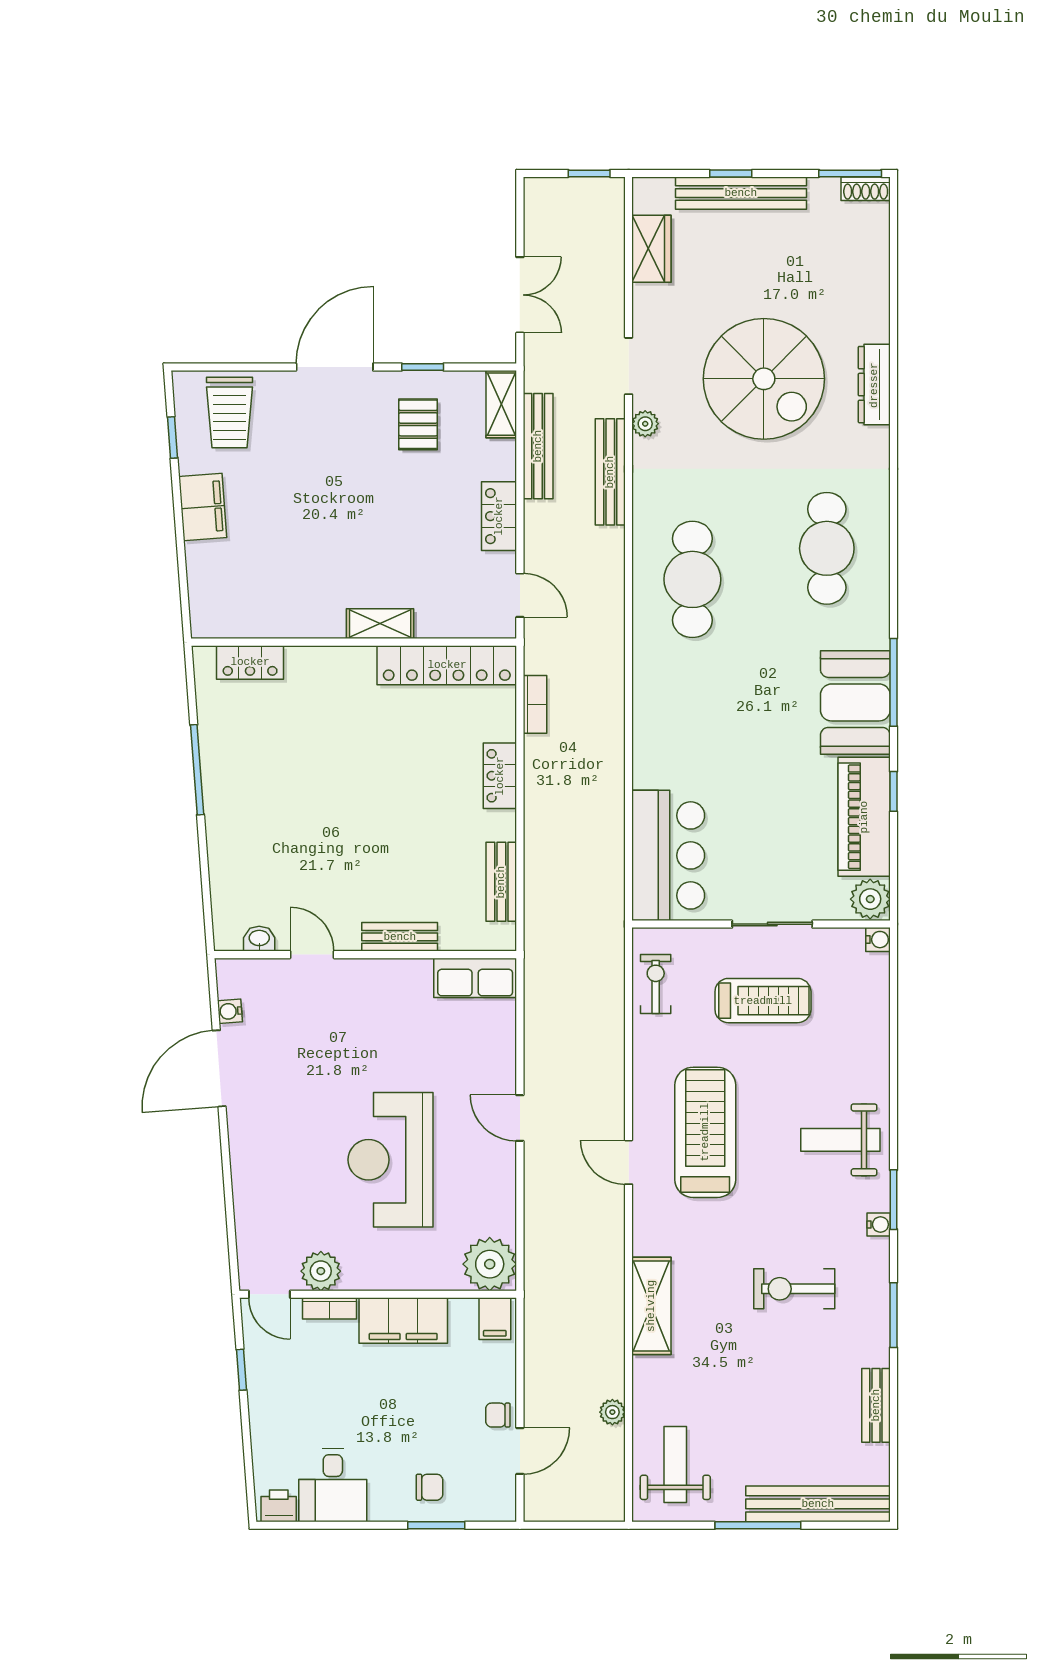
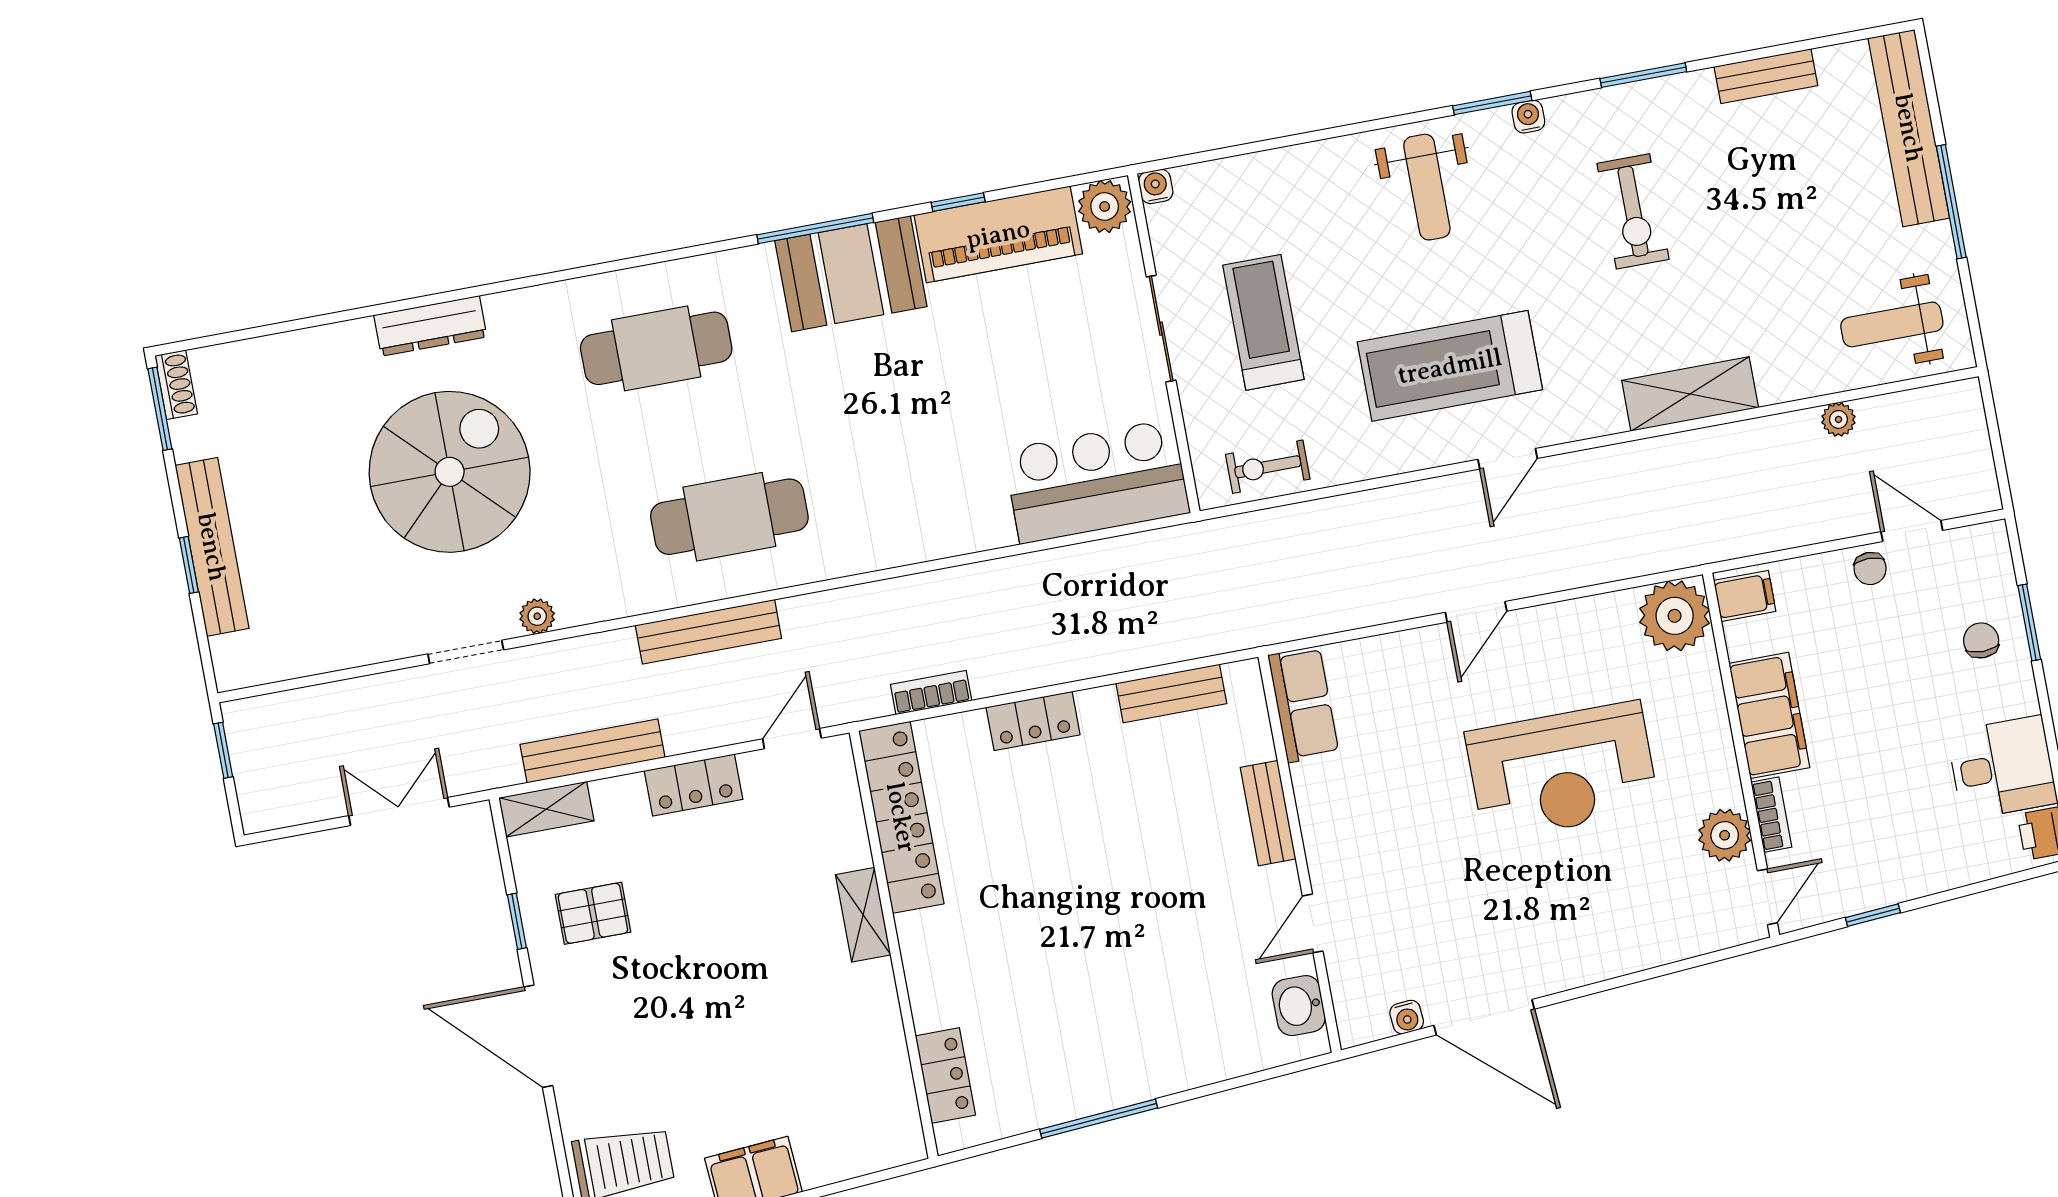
wardrobe: (651, 249) -> (307, 650), removed
bench: (610, 472) -> (708, 632), moved
washbasin: (259, 939) -> (1299, 1006), width x1.38, depth x1.45

